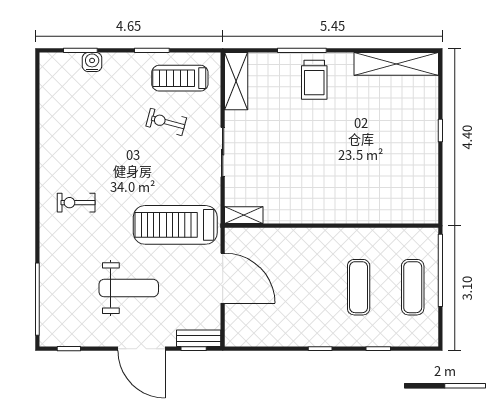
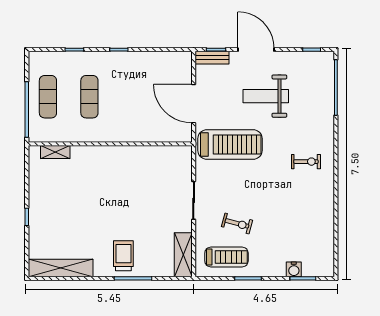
shelving: (244, 215) -> (55, 152), moved

